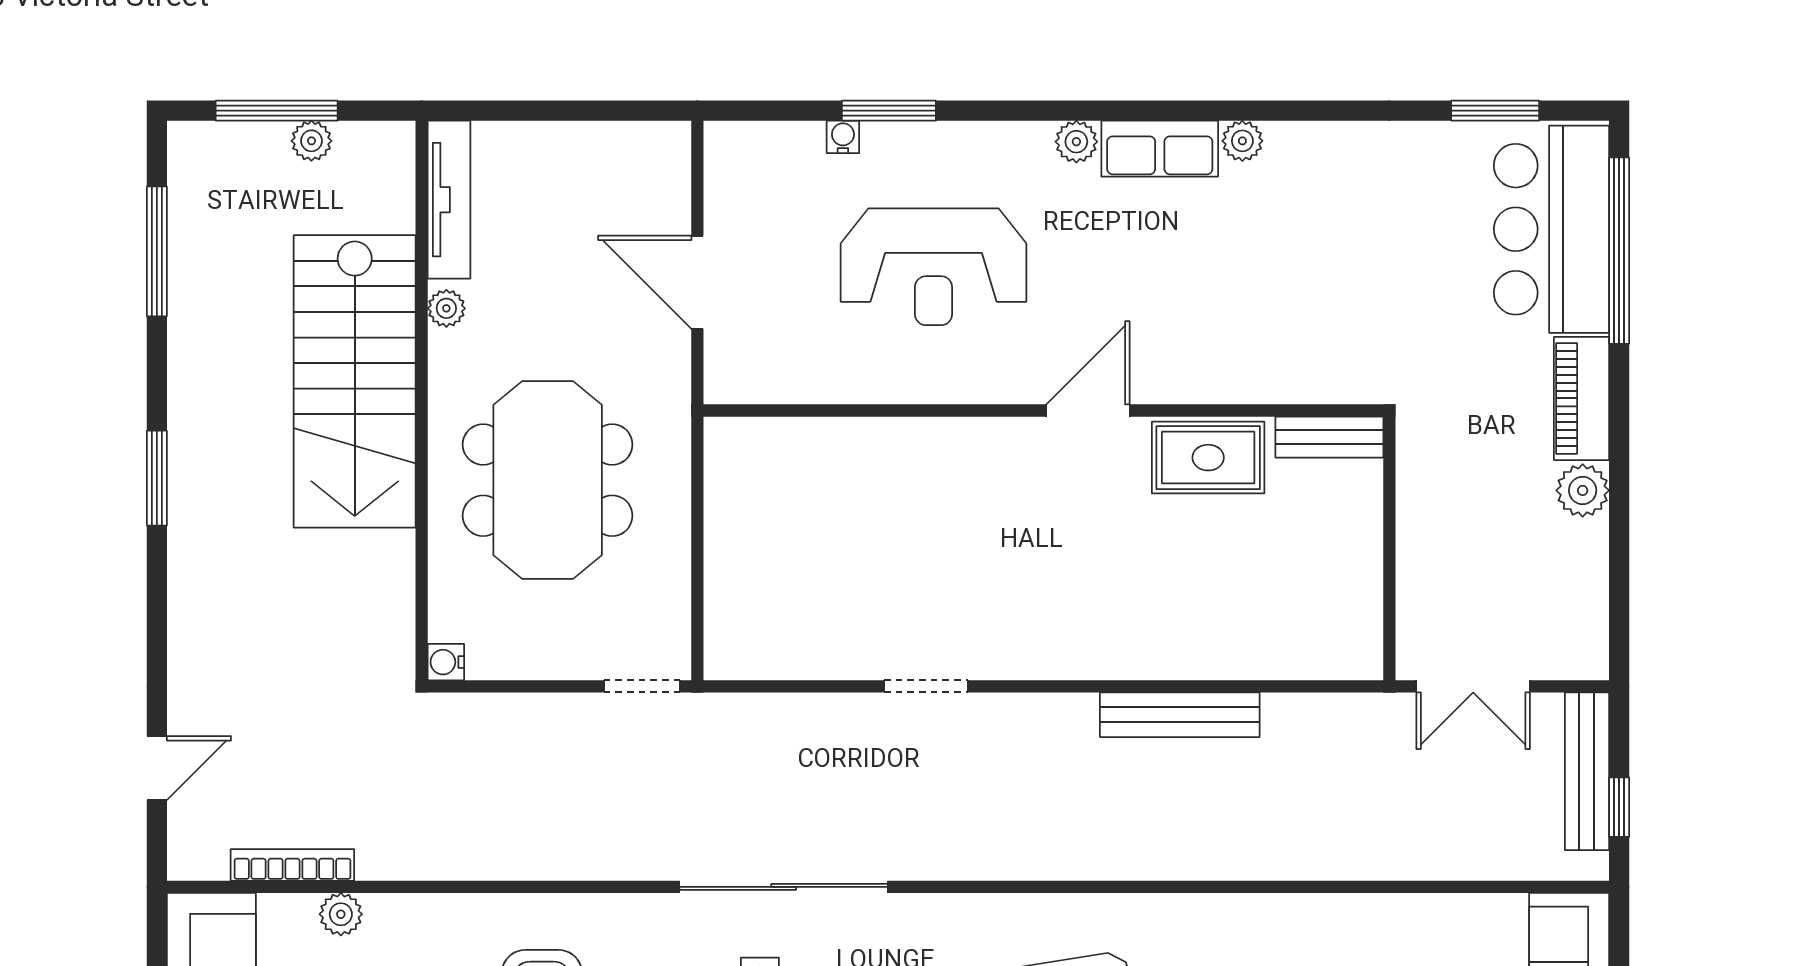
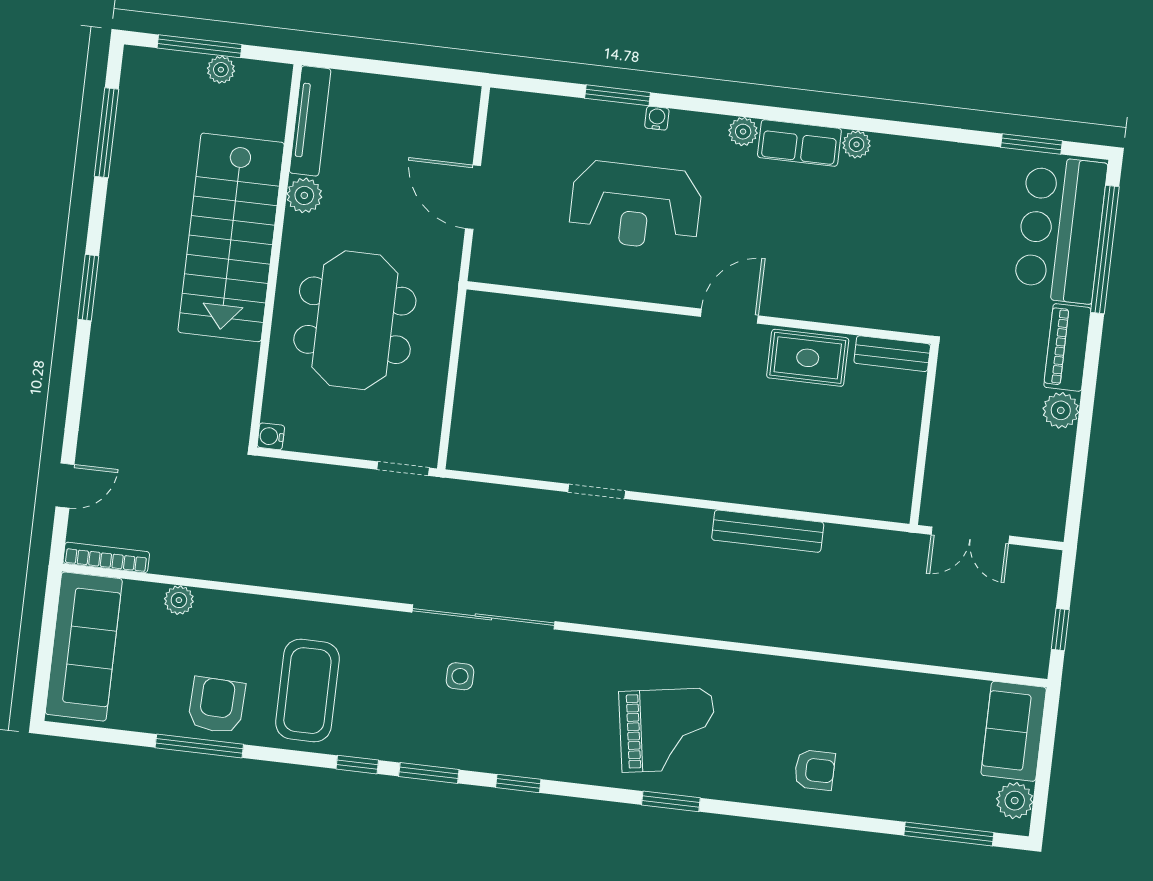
water cooler: (843, 137) -> (657, 118), moved
plant: (446, 308) -> (304, 195), width x1.38, depth x1.38
bench: (1587, 771) -> (1041, 602), removed
bookcase: (292, 865) -> (106, 558), moved

